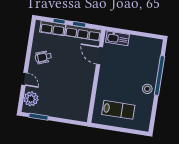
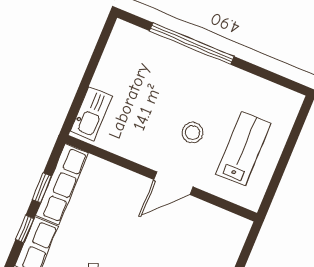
door: (100, 56) -> (173, 183), moved
stool: (147, 89) -> (192, 133), moved

